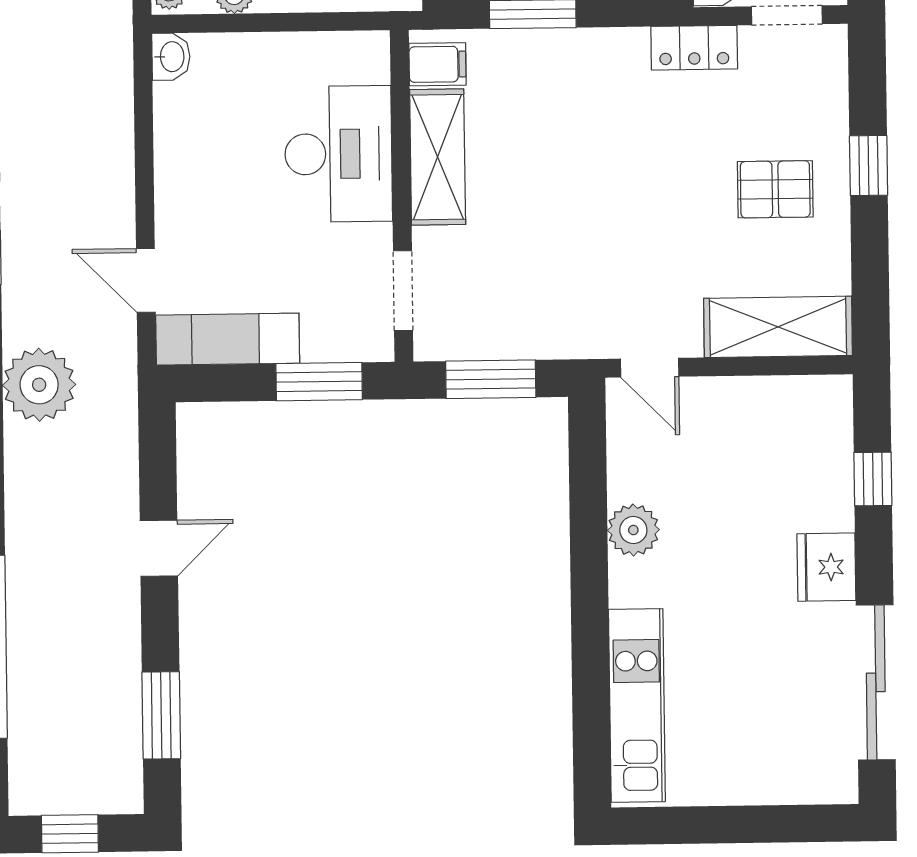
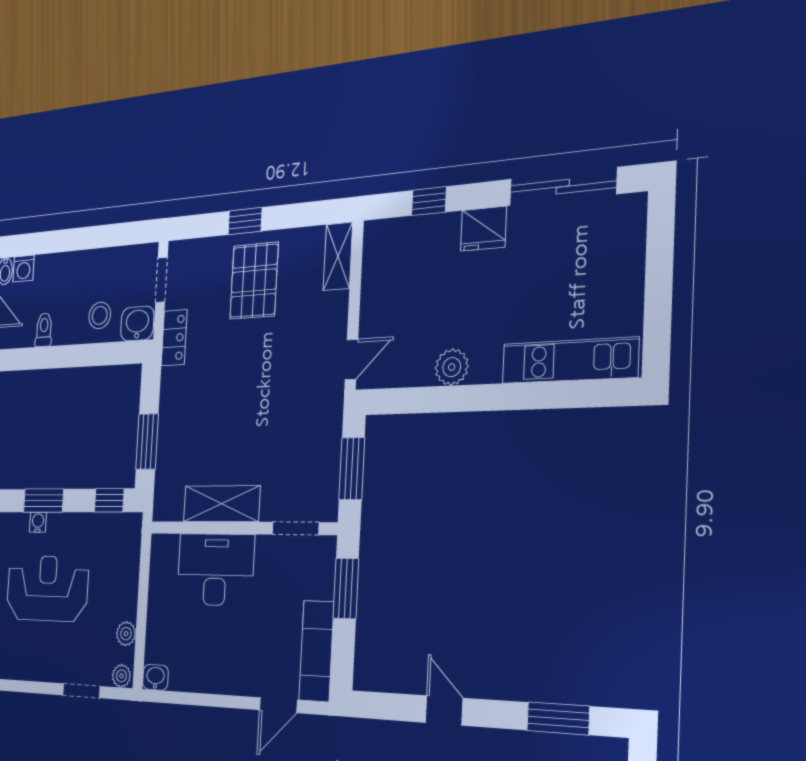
filing cabinet: (437, 64) -> (172, 503), removed
pallet: (775, 189) -> (254, 281), width x1.50, depth x1.42
shelving: (778, 327) -> (338, 256), width x0.67, depth x0.75

